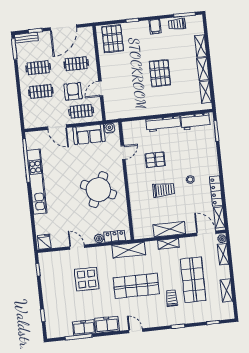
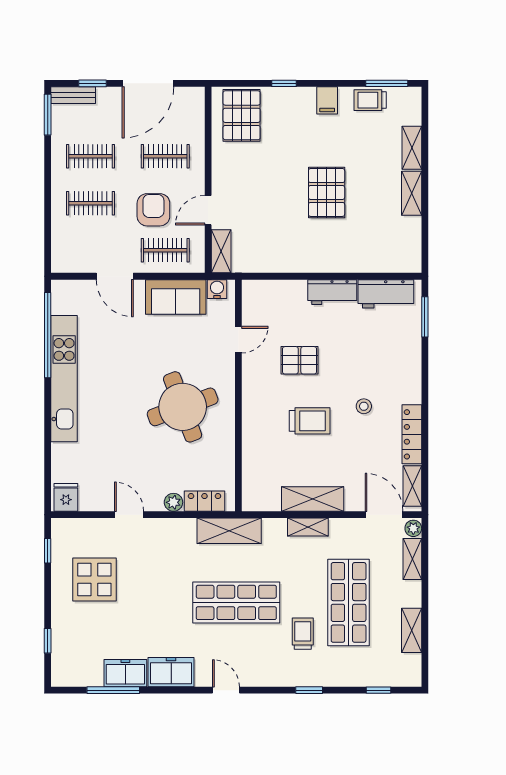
shelving: (205, 92) -> (221, 251), moved
workbench: (163, 124) -> (332, 292), width x0.73
round table: (98, 190) -> (183, 407), turned 45
display table: (87, 279) -> (94, 580), moved

